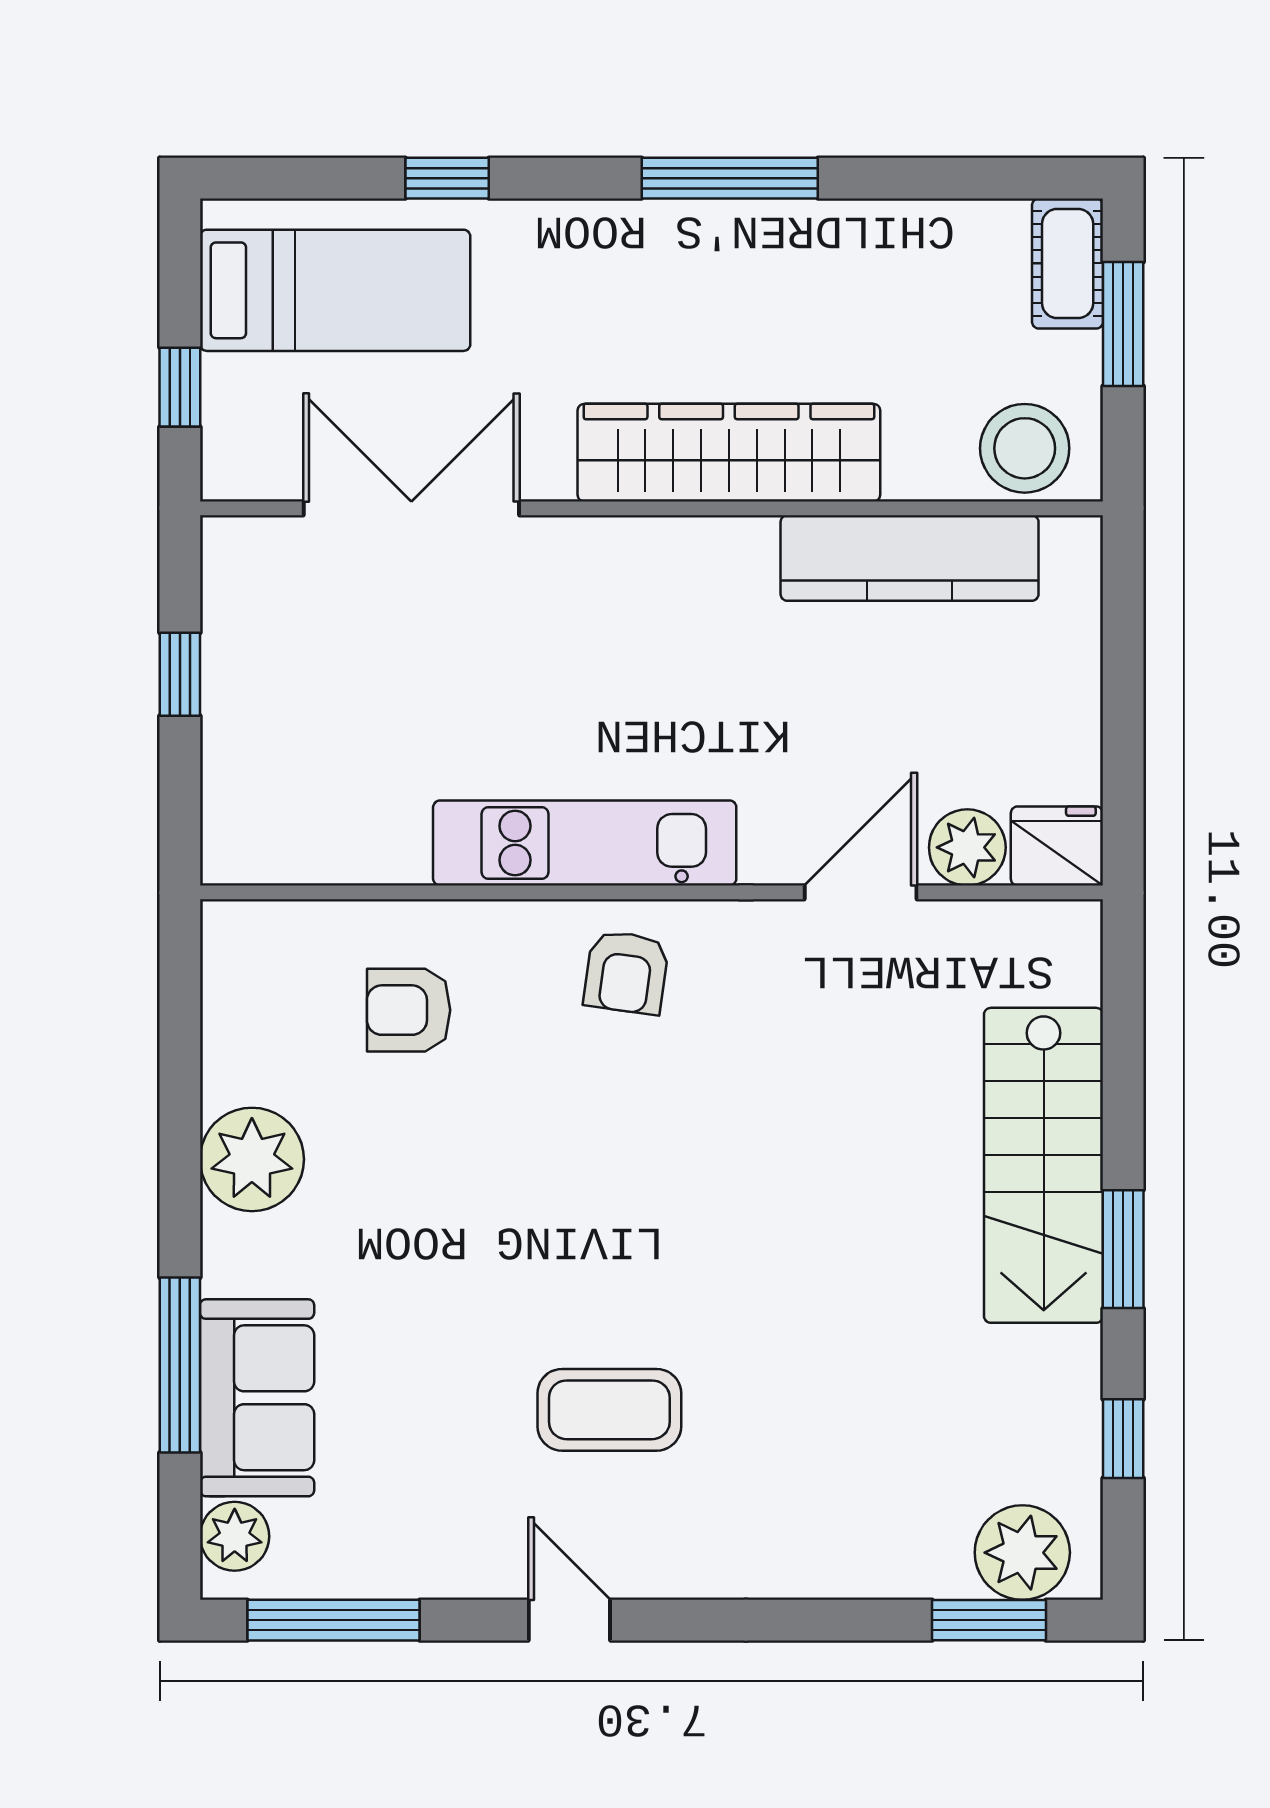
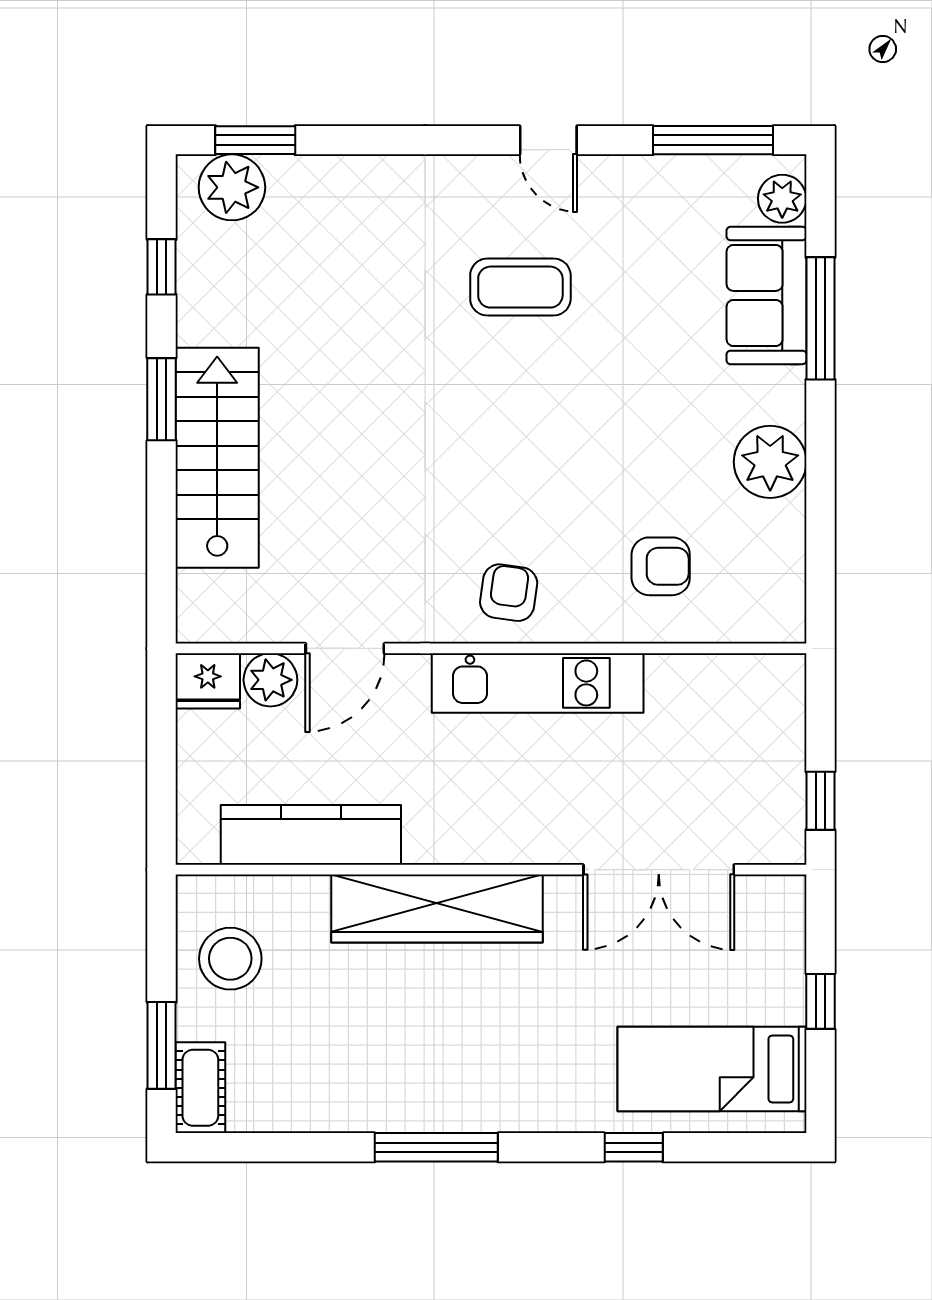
wardrobe: (729, 453) -> (437, 909), moved
double door: (411, 508) -> (659, 870), moved
wall: (652, 508) -> (491, 870), moved
kitchen counter: (910, 558) -> (311, 835), moved

